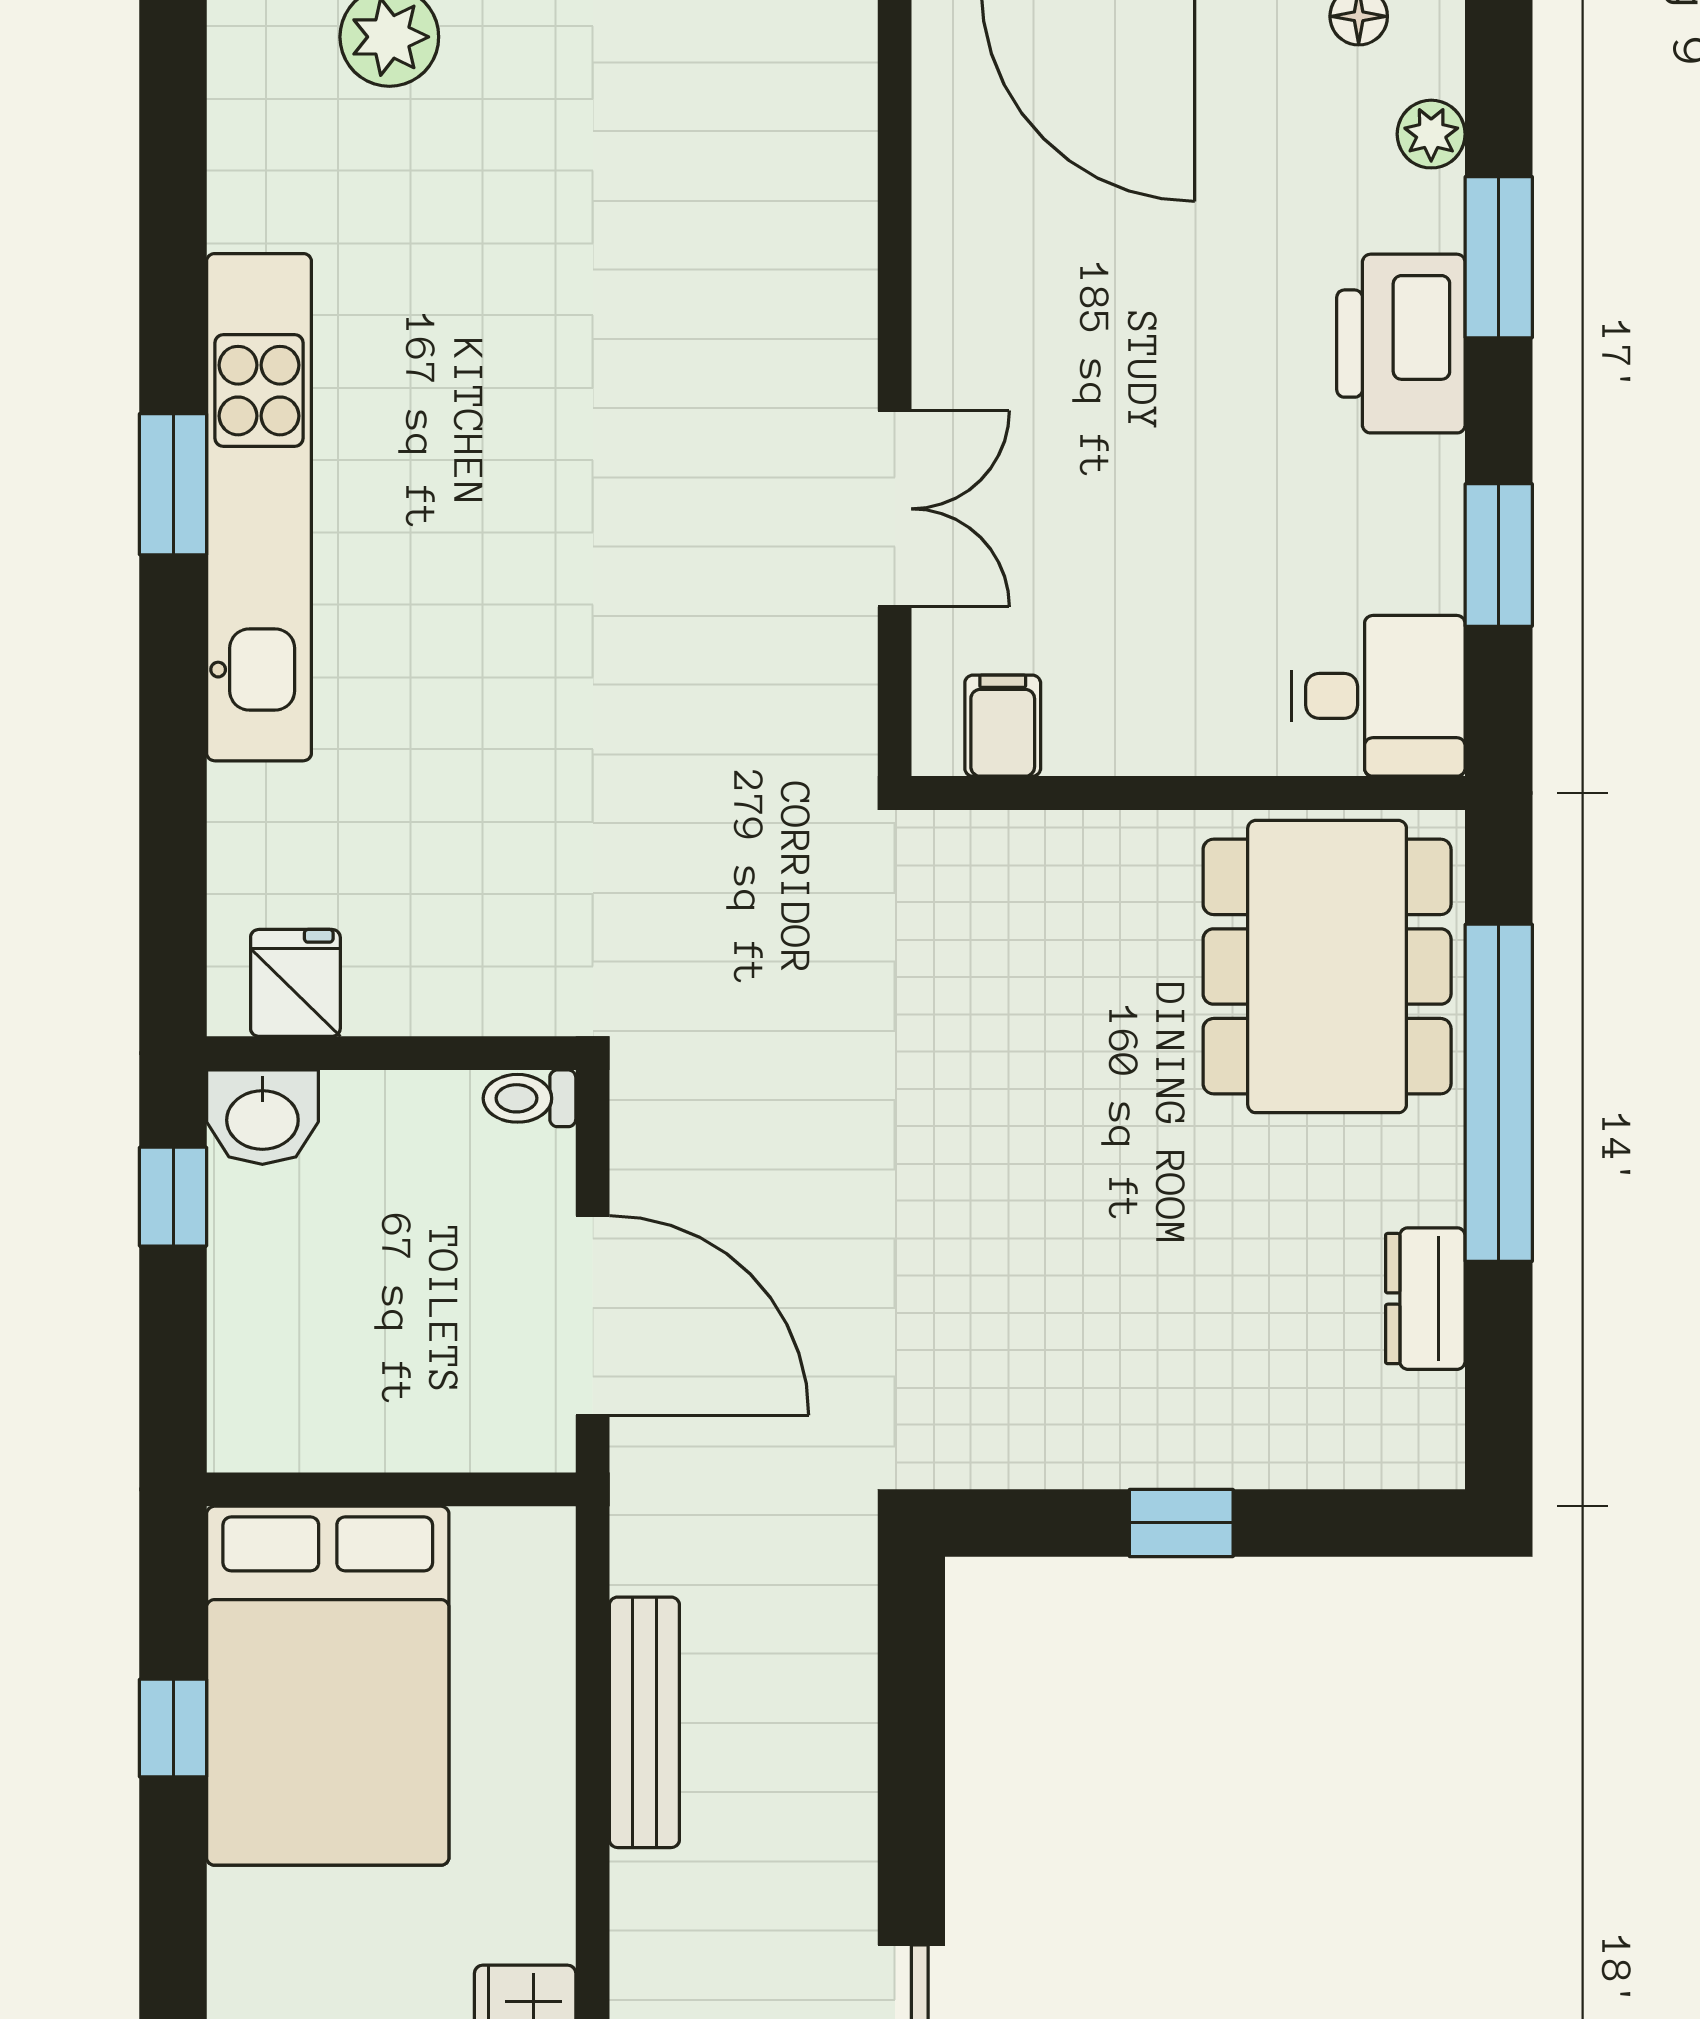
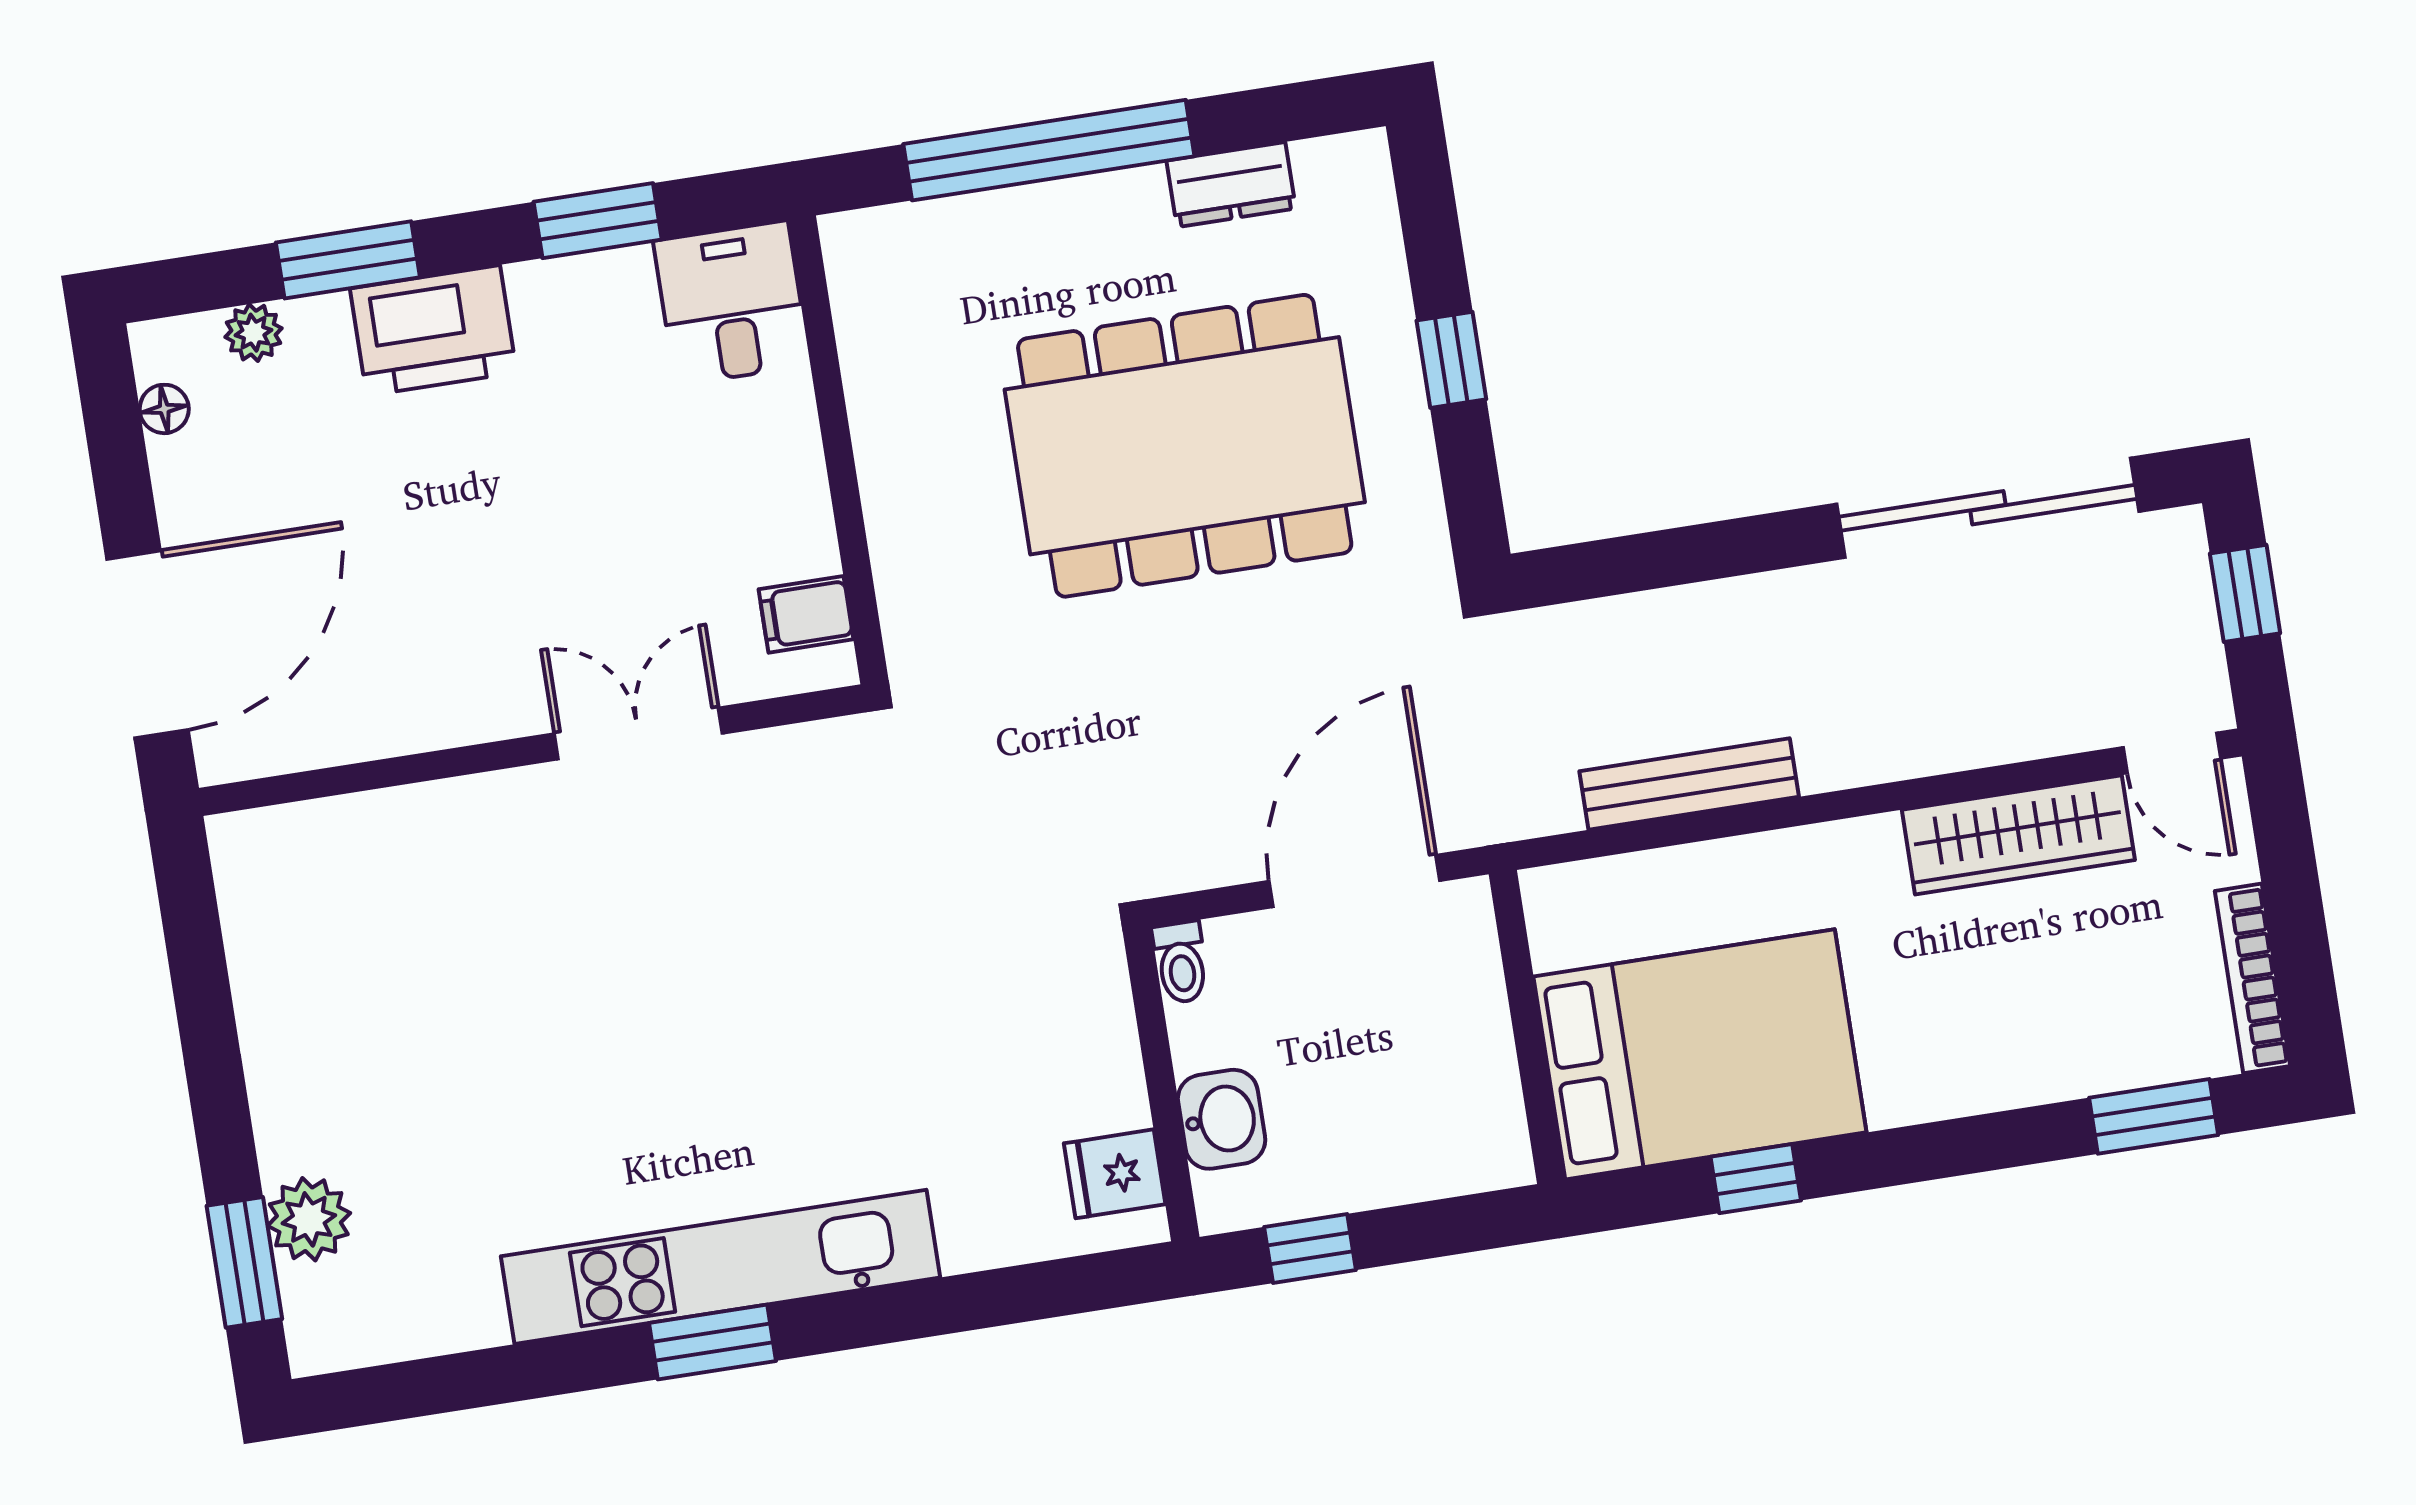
dining table: (1327, 967) -> (1185, 446), moved, width x1.36, depth x1.24
washbasin: (262, 1117) -> (1222, 1119), moved

